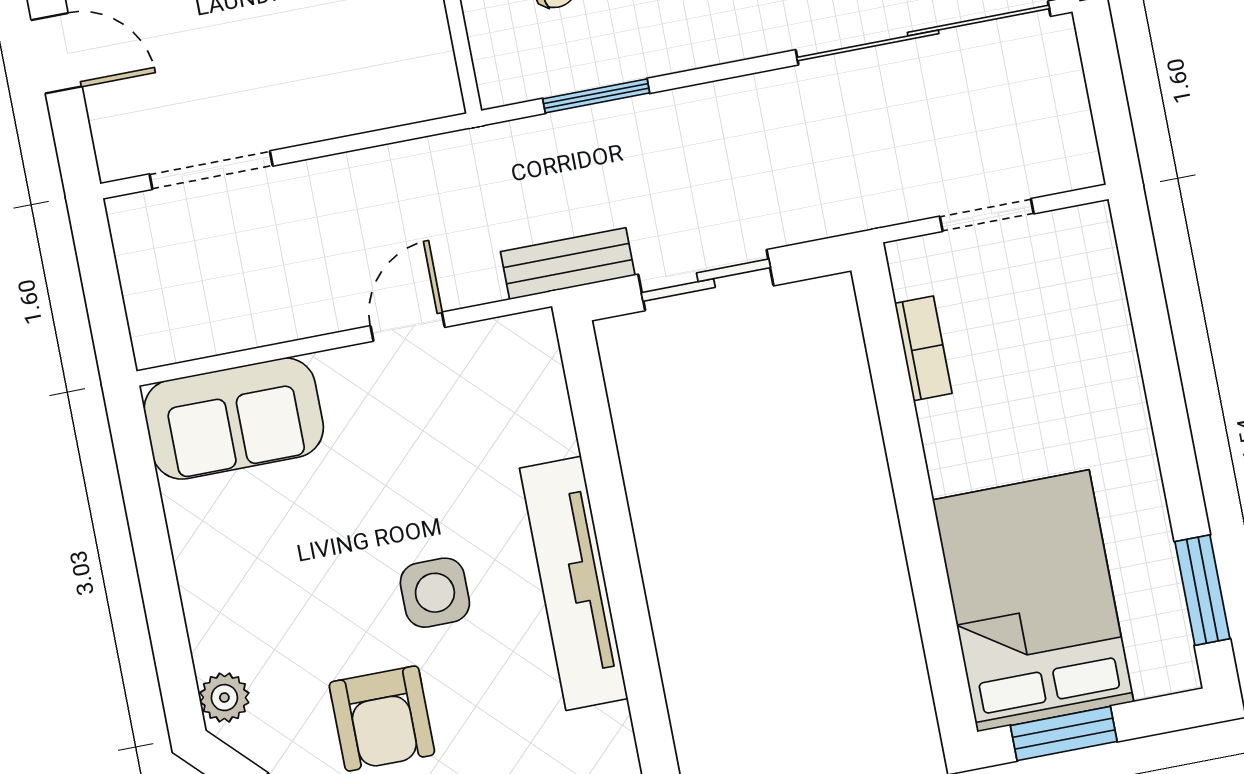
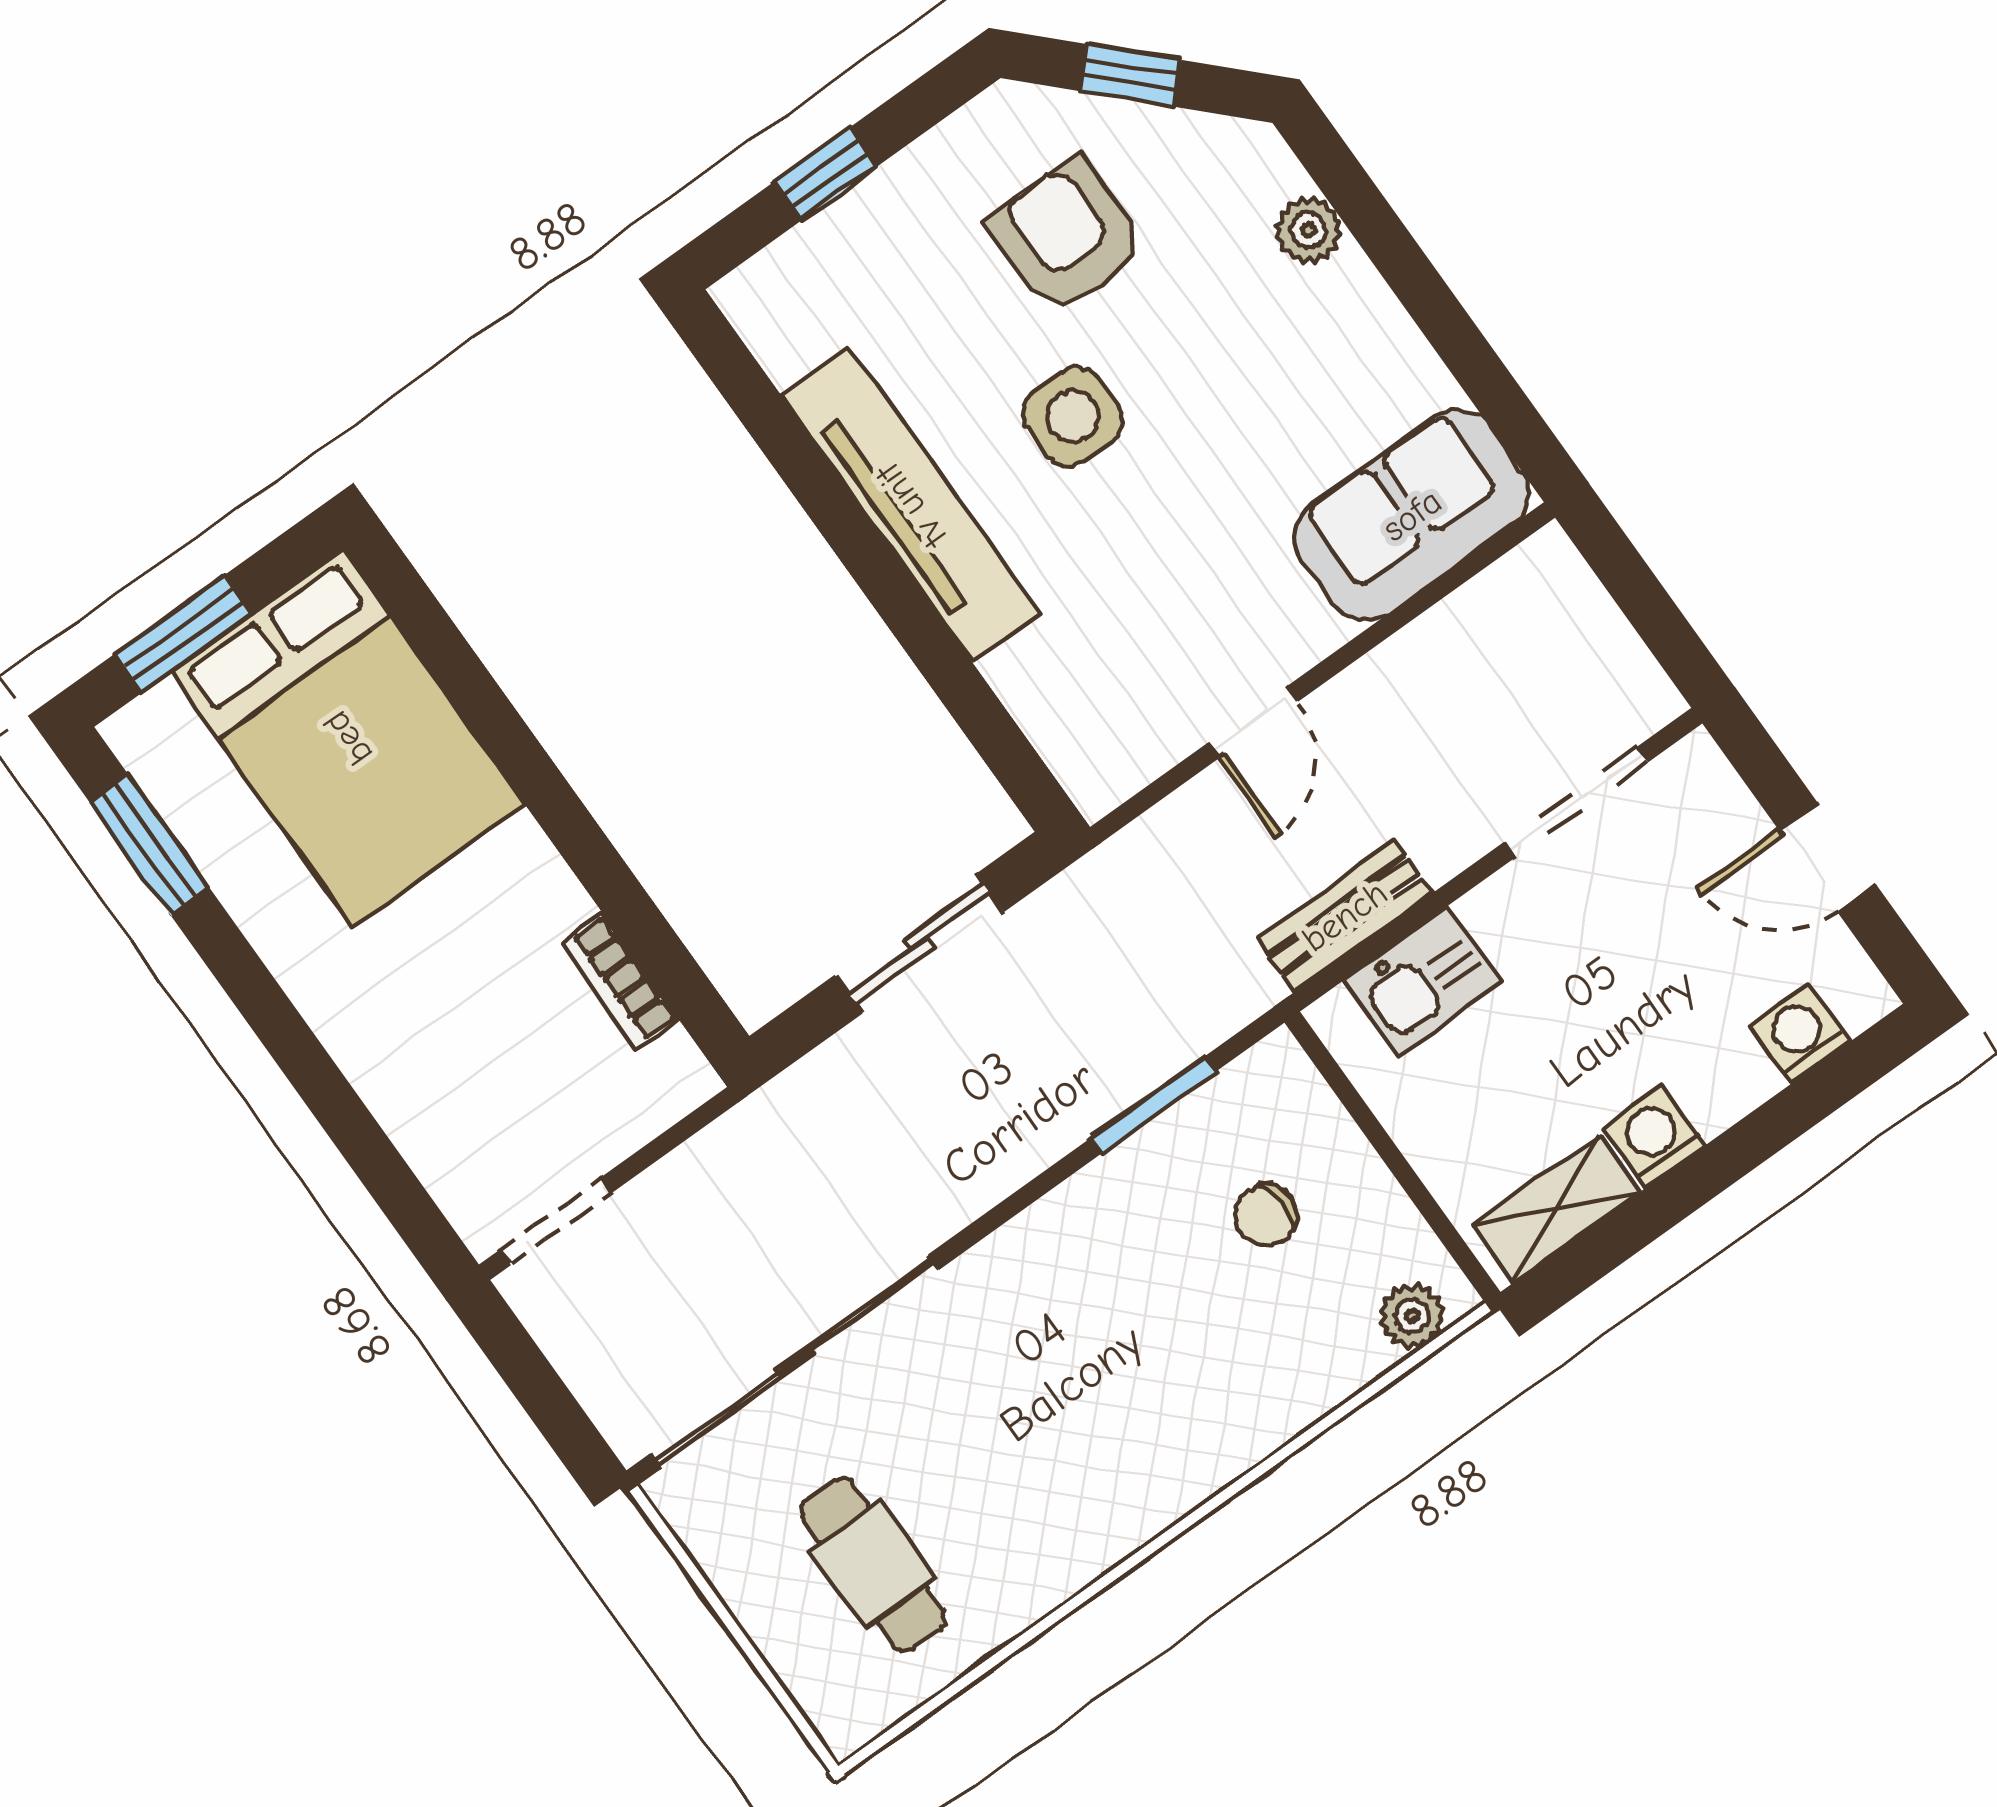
kitchen sink: (373, 96) -> (1423, 981), added
doorway: (987, 215) -> (556, 1221), moved
bench: (568, 264) -> (1345, 916), moved
plant: (224, 698) -> (1309, 230), moved
window: (1064, 734) -> (184, 633), moved

